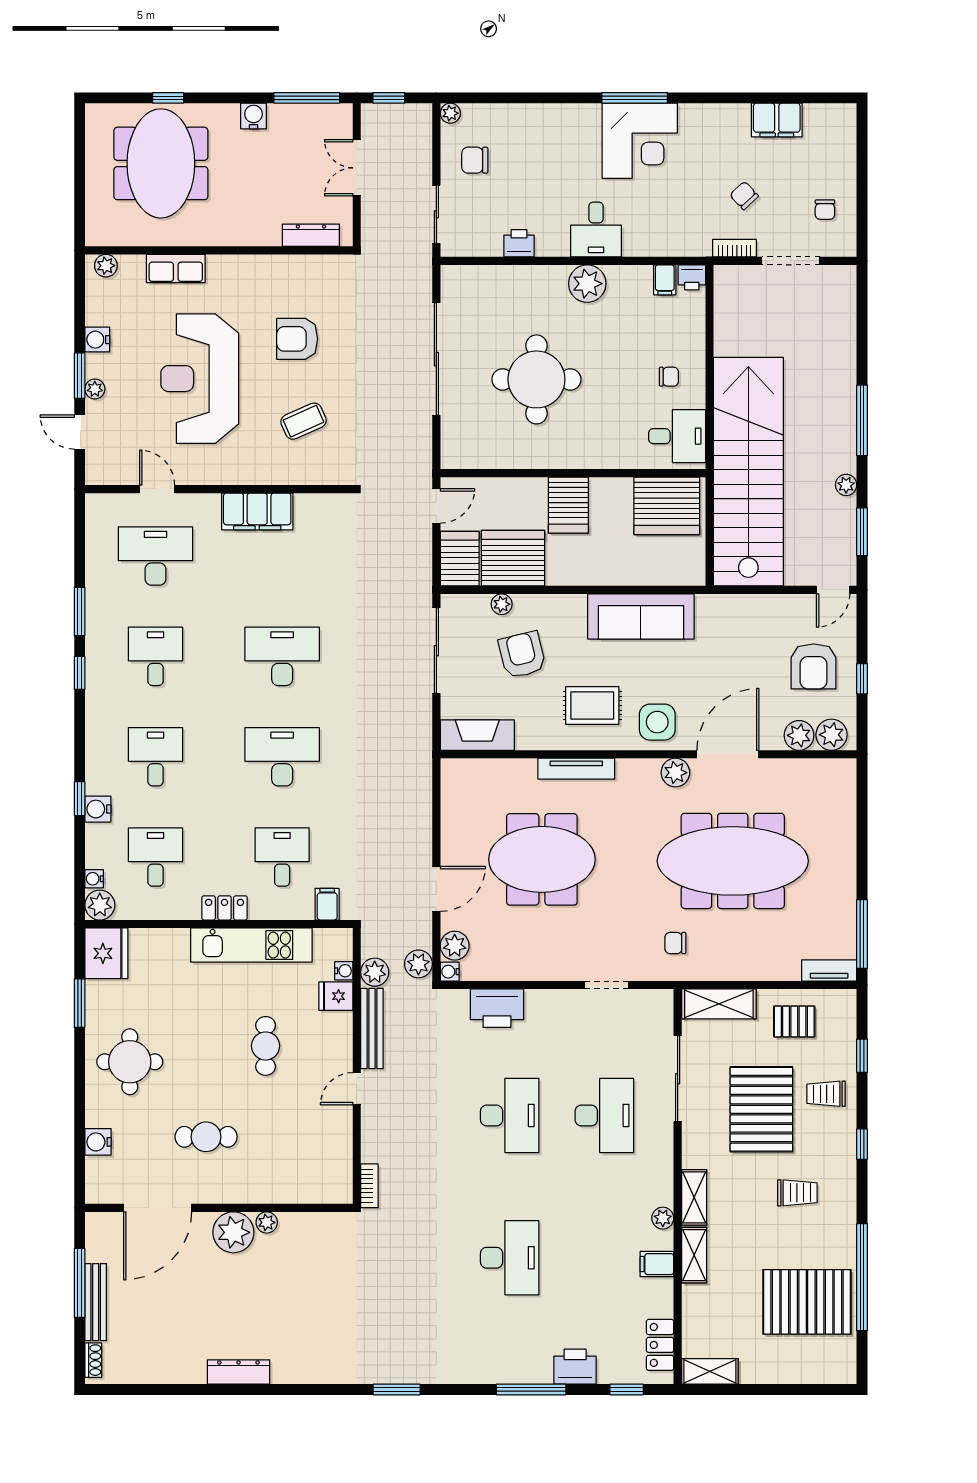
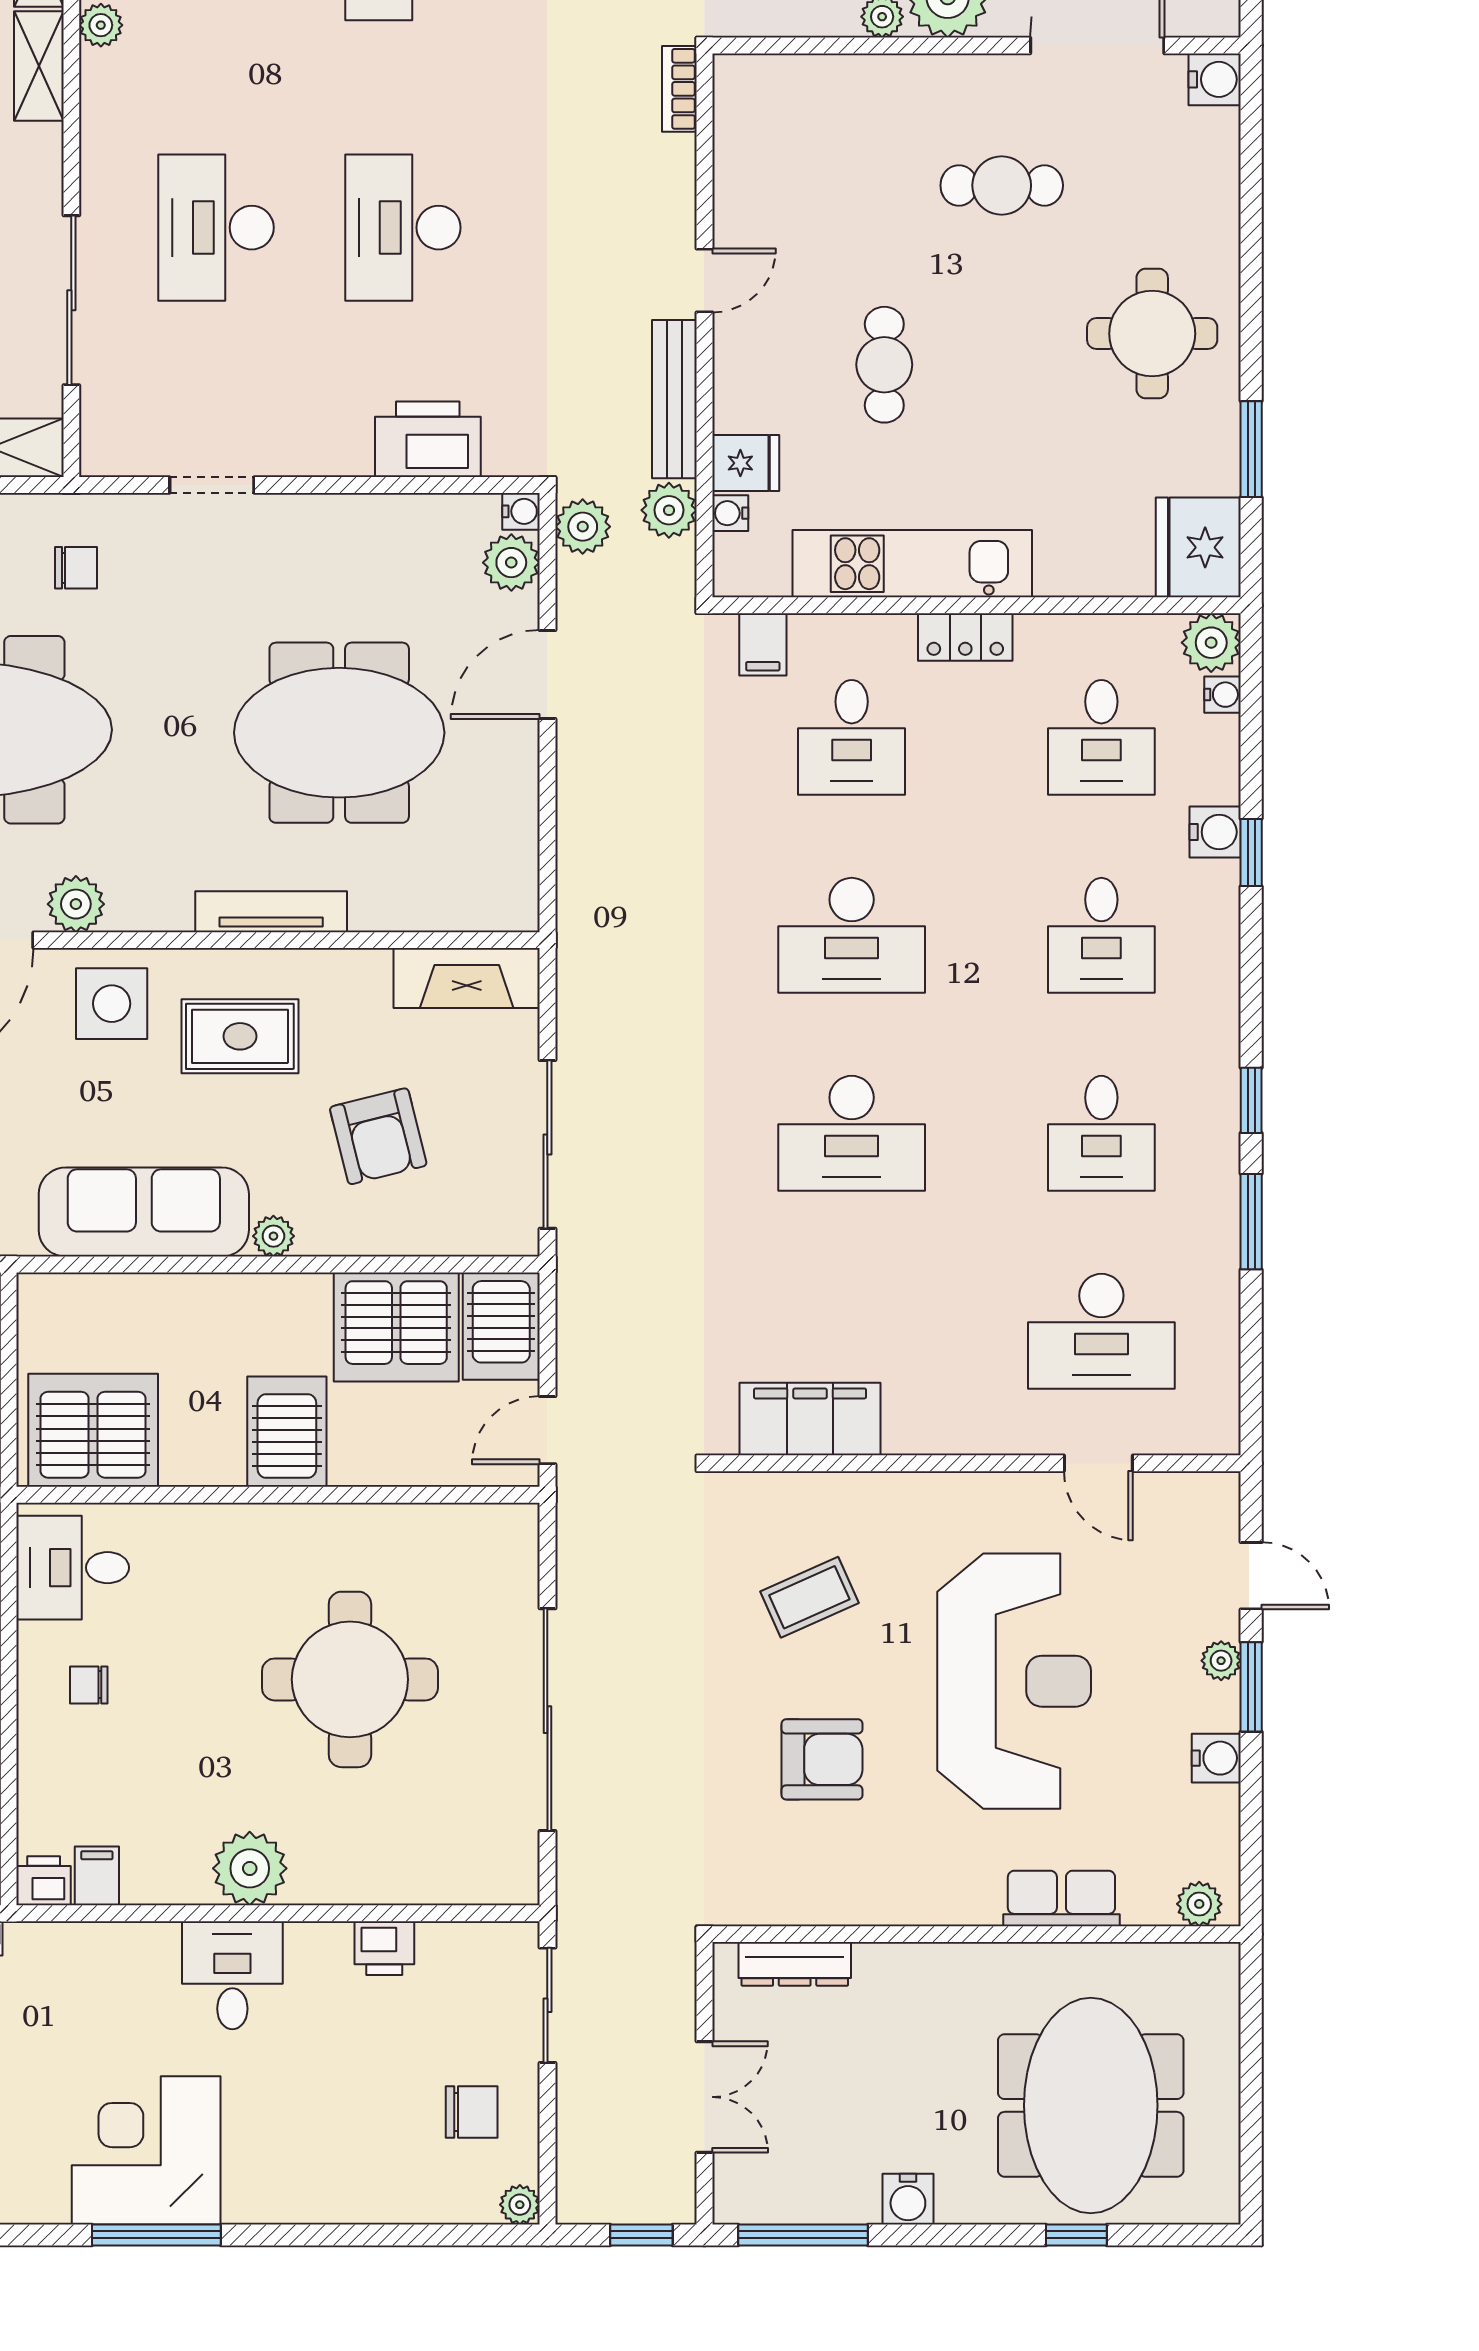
filing cabinet: (257, 511) -> (810, 1419), moved
plant: (502, 604) -> (273, 1236), moved
water cooler: (98, 1142) -> (1215, 79), moved

